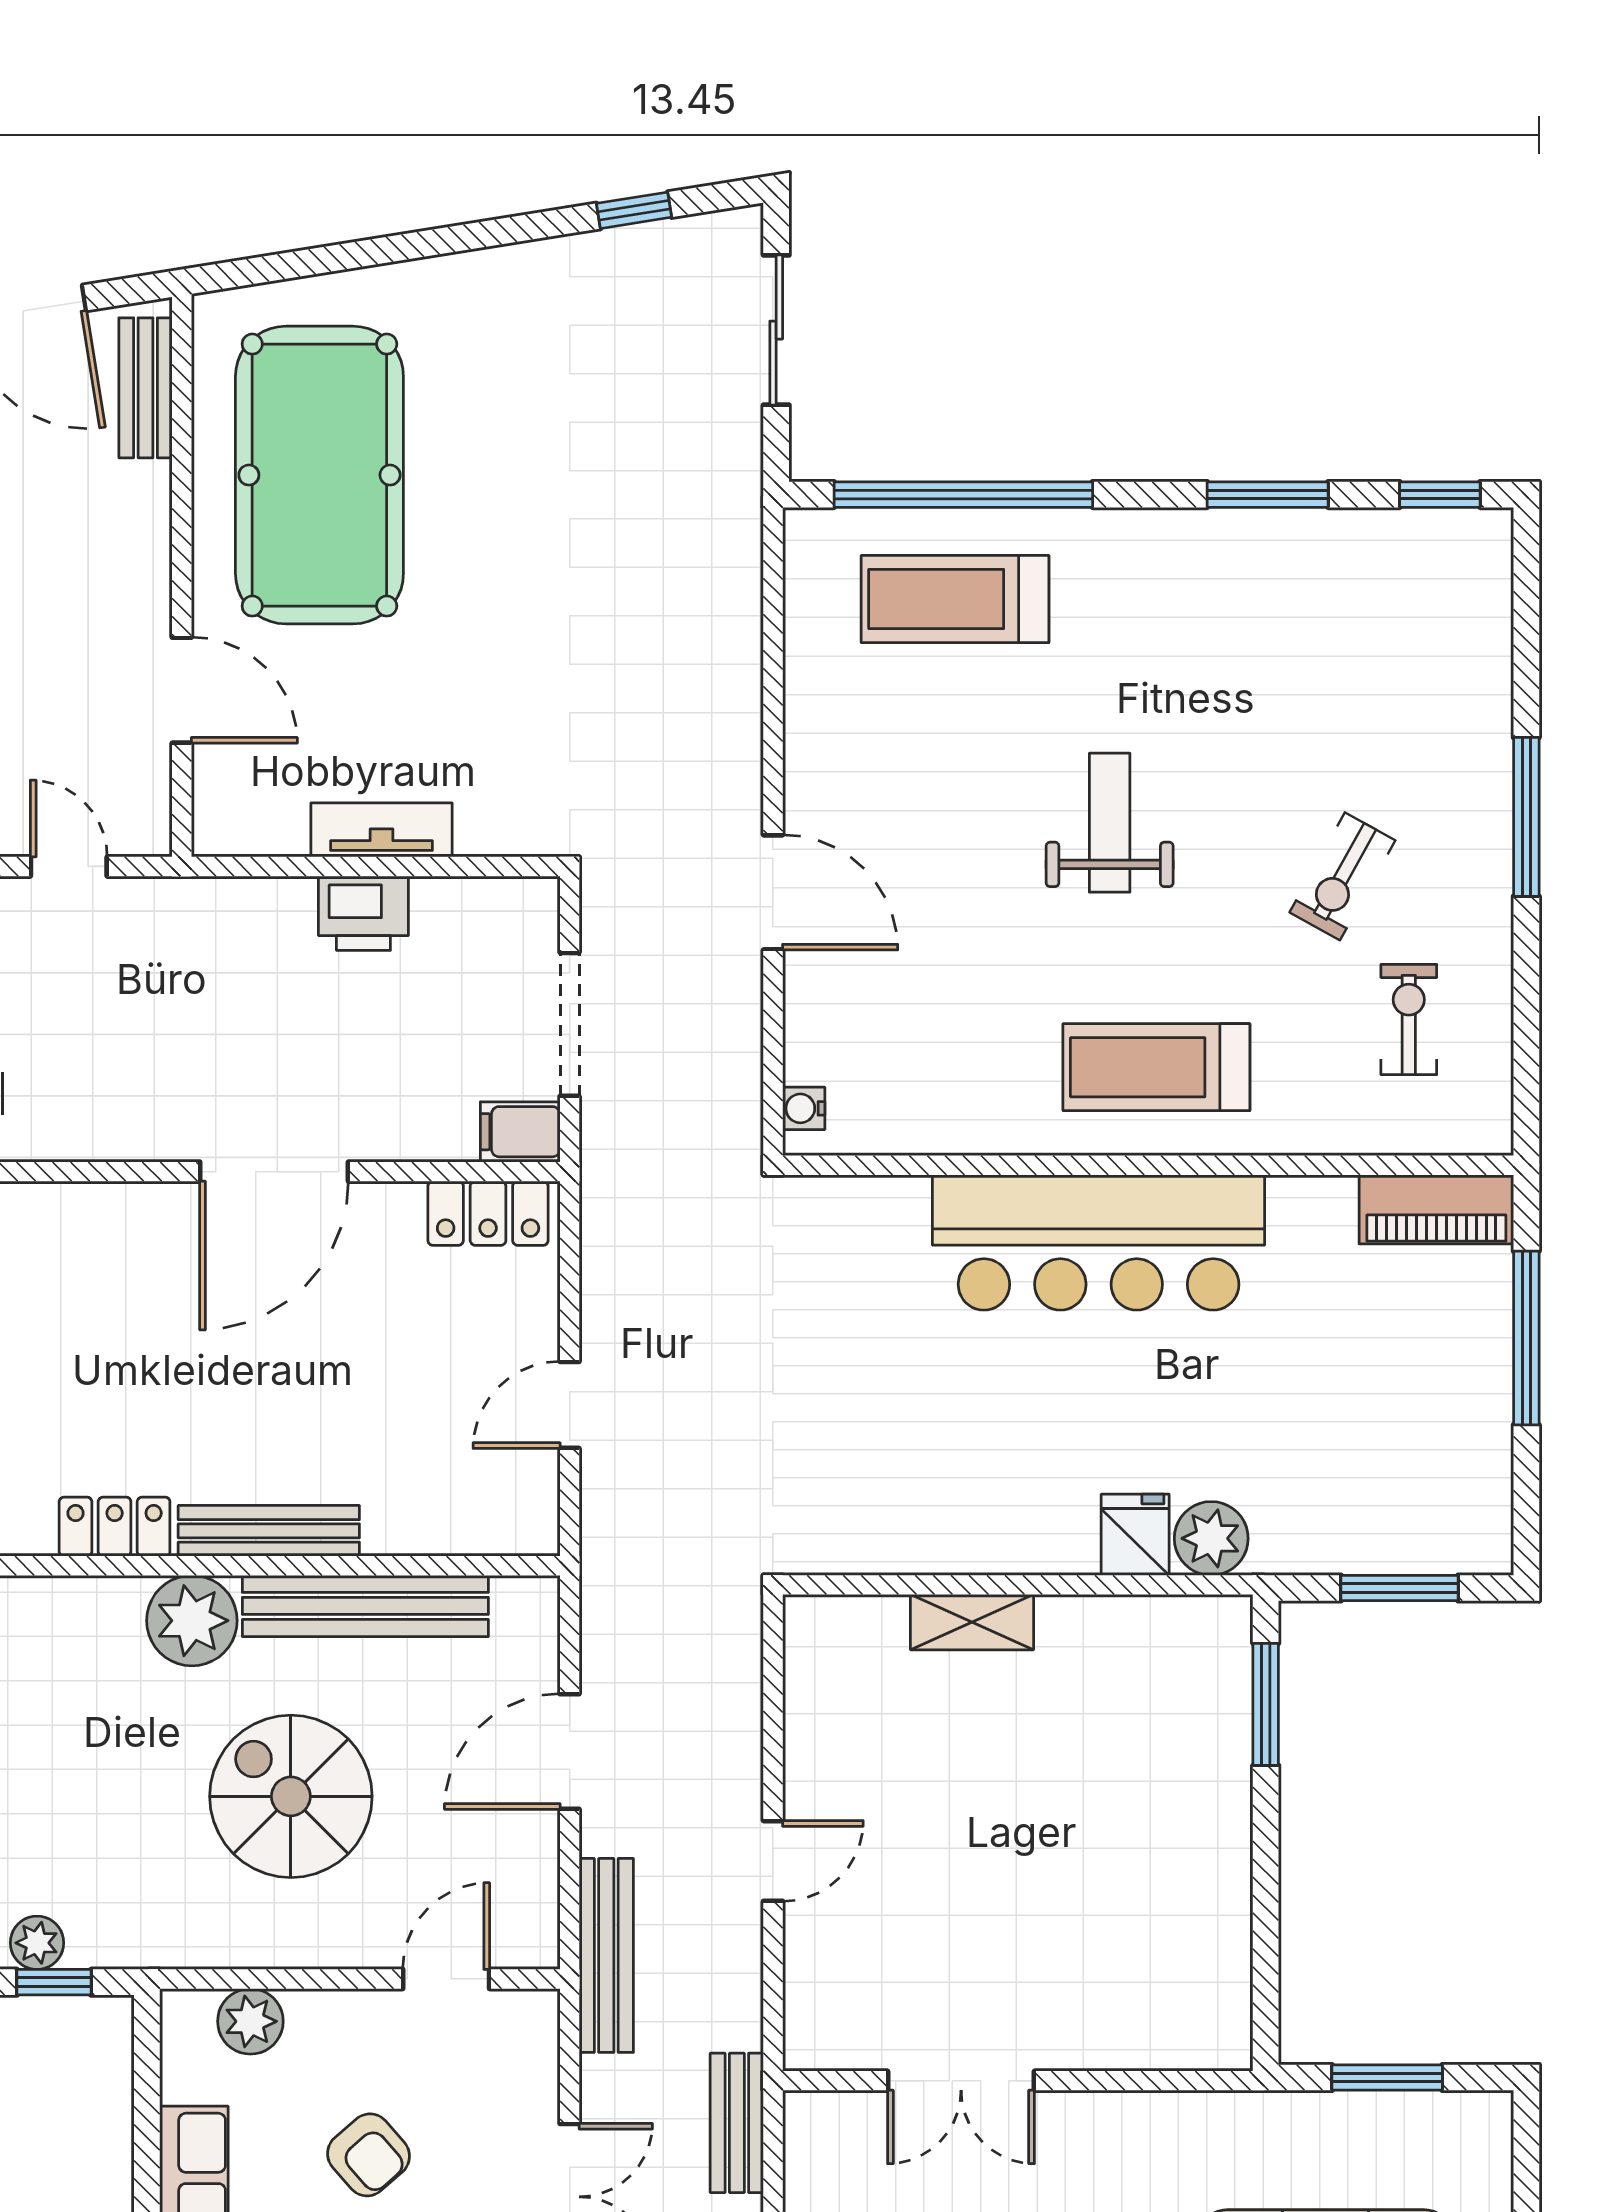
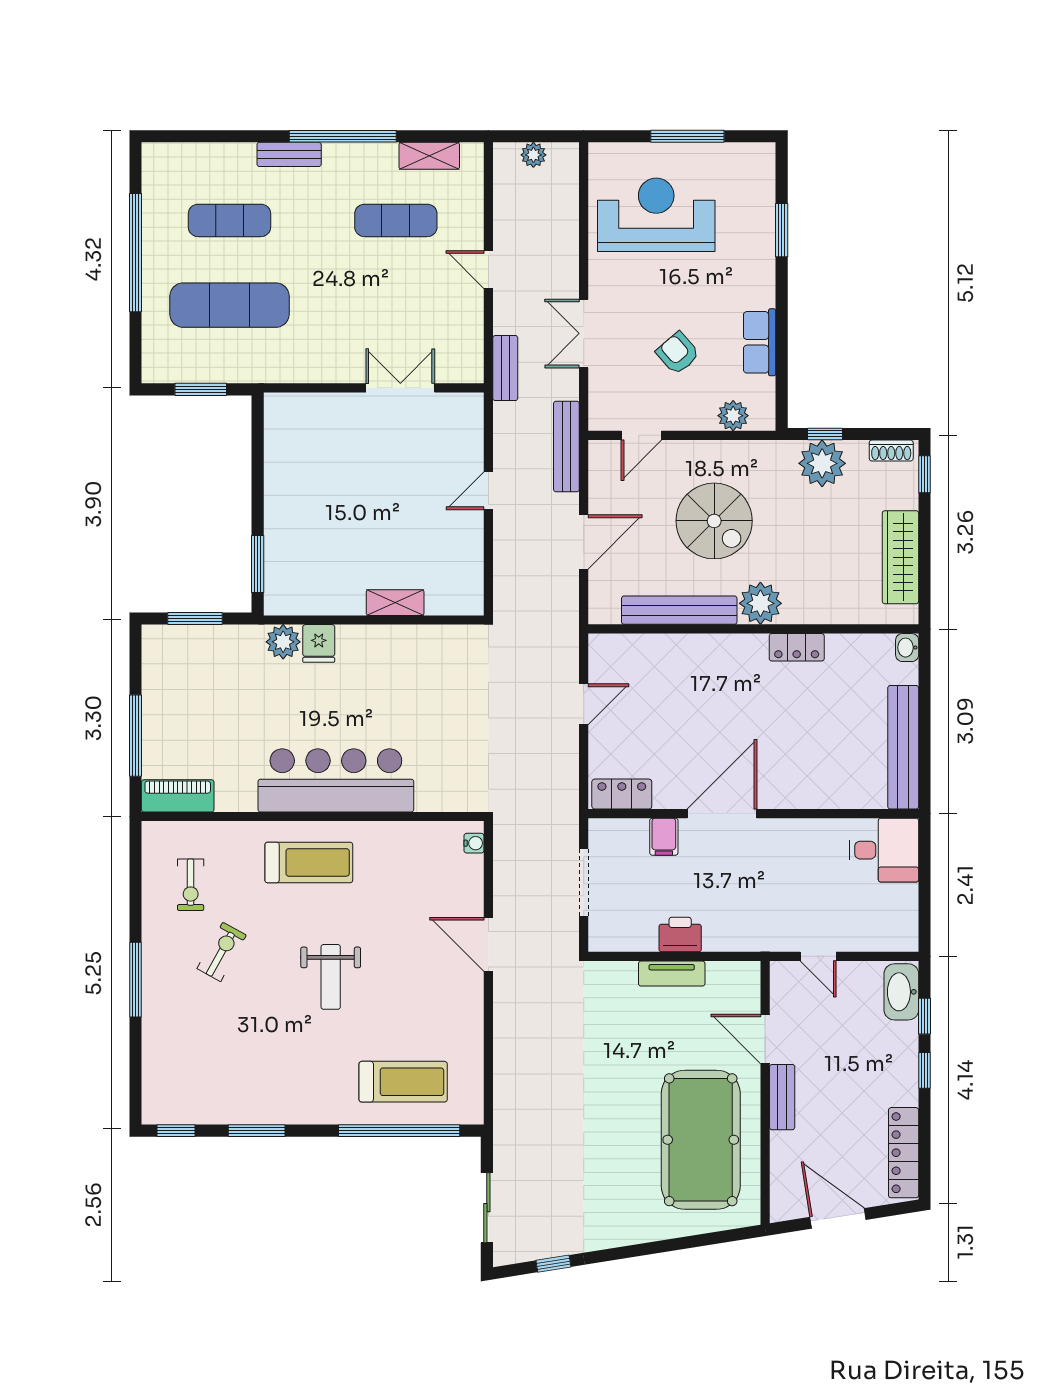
bench: (146, 388) -> (782, 1097), moved
filing cabinet: (520, 1132) -> (664, 837), moved, turned 90
bench: (269, 1531) -> (724, 645), removed
plant: (37, 1943) -> (822, 463), width x1.88, depth x1.88

